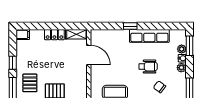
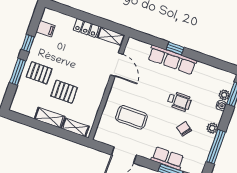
filing cabinet: (23, 34) -> (46, 29), moved
row of seats: (149, 36) -> (172, 60), moved
plant: (181, 68) -> (212, 128), moved
pallet: (30, 83) -> (39, 73), turned 90

